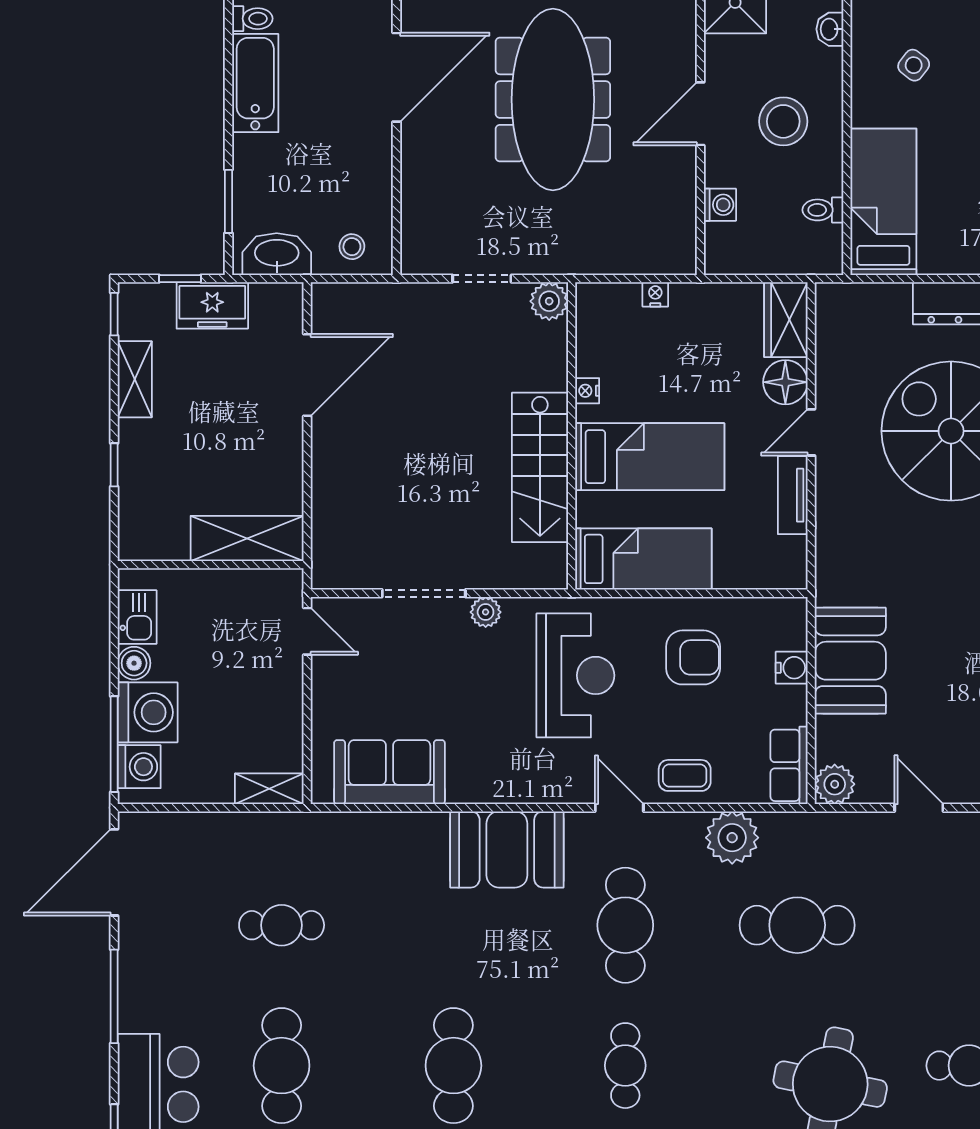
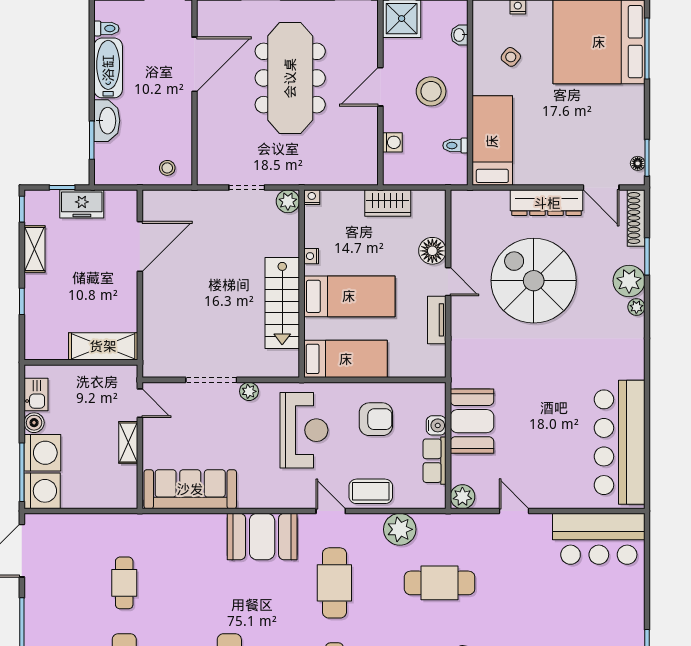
washbasin: (277, 254) -> (107, 121), moved, turned 90
nightstand: (655, 294) -> (312, 197), moved
wardrobe: (786, 320) -> (388, 203), moved, turned -90
door: (811, 432) -> (448, 282), swing flipped
row of seats: (789, 765) -> (435, 461), moved
washing machine: (139, 767) -> (42, 491), width x1.37, depth x1.37
sofa: (389, 772) -> (190, 489), width x1.36
coffee table: (685, 775) -> (371, 491), width x1.36, depth x1.30
shelving: (269, 789) -> (128, 442), moved, turned 90
cafe table: (282, 925) -> (124, 583), turned 90

